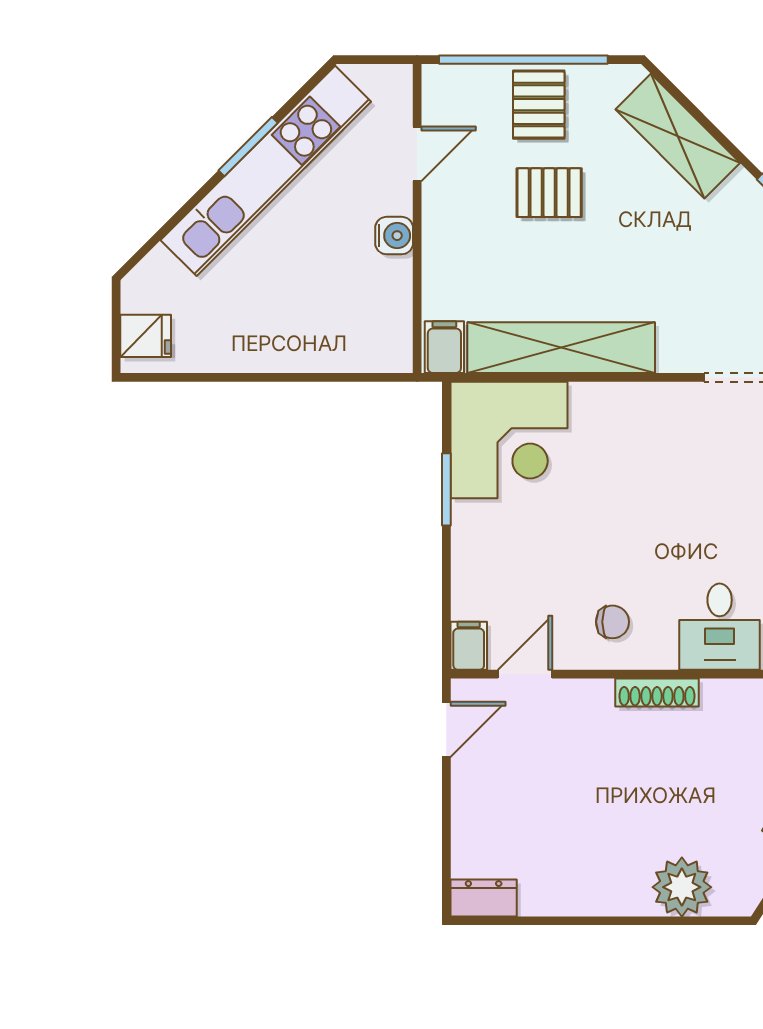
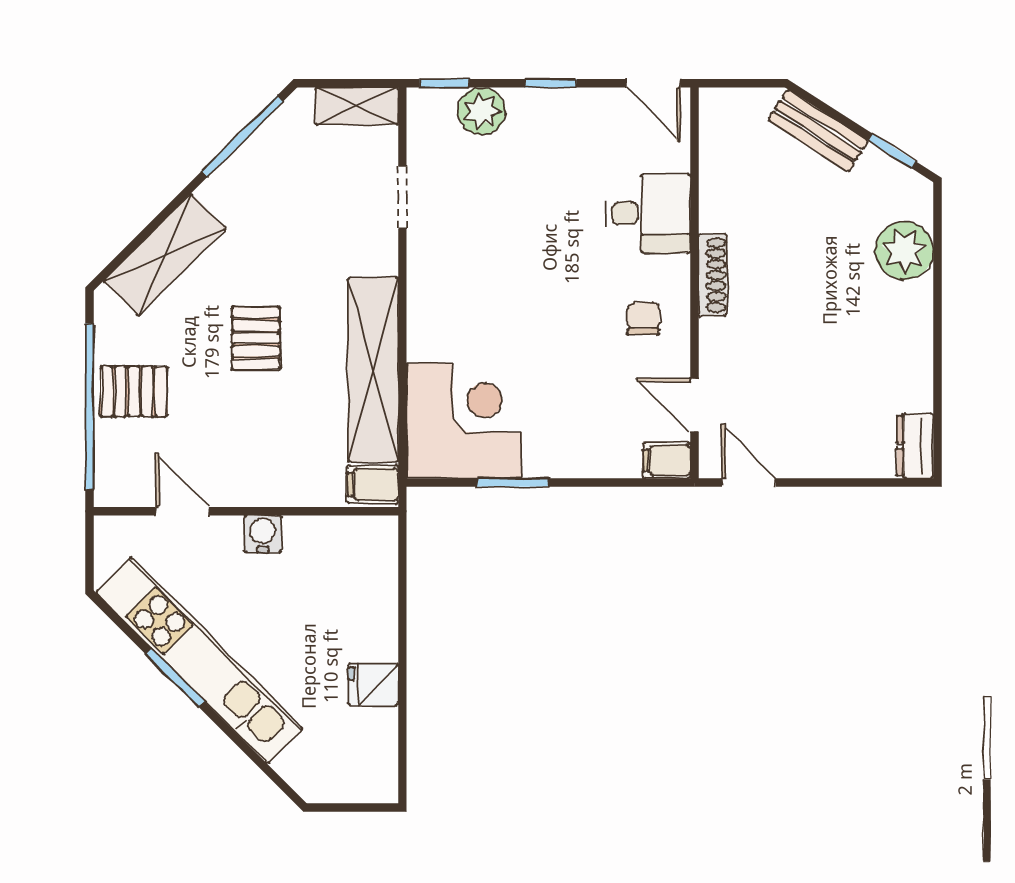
pallet: (549, 193) -> (256, 338), moved
fridge: (146, 336) -> (373, 684), moved, turned -90

